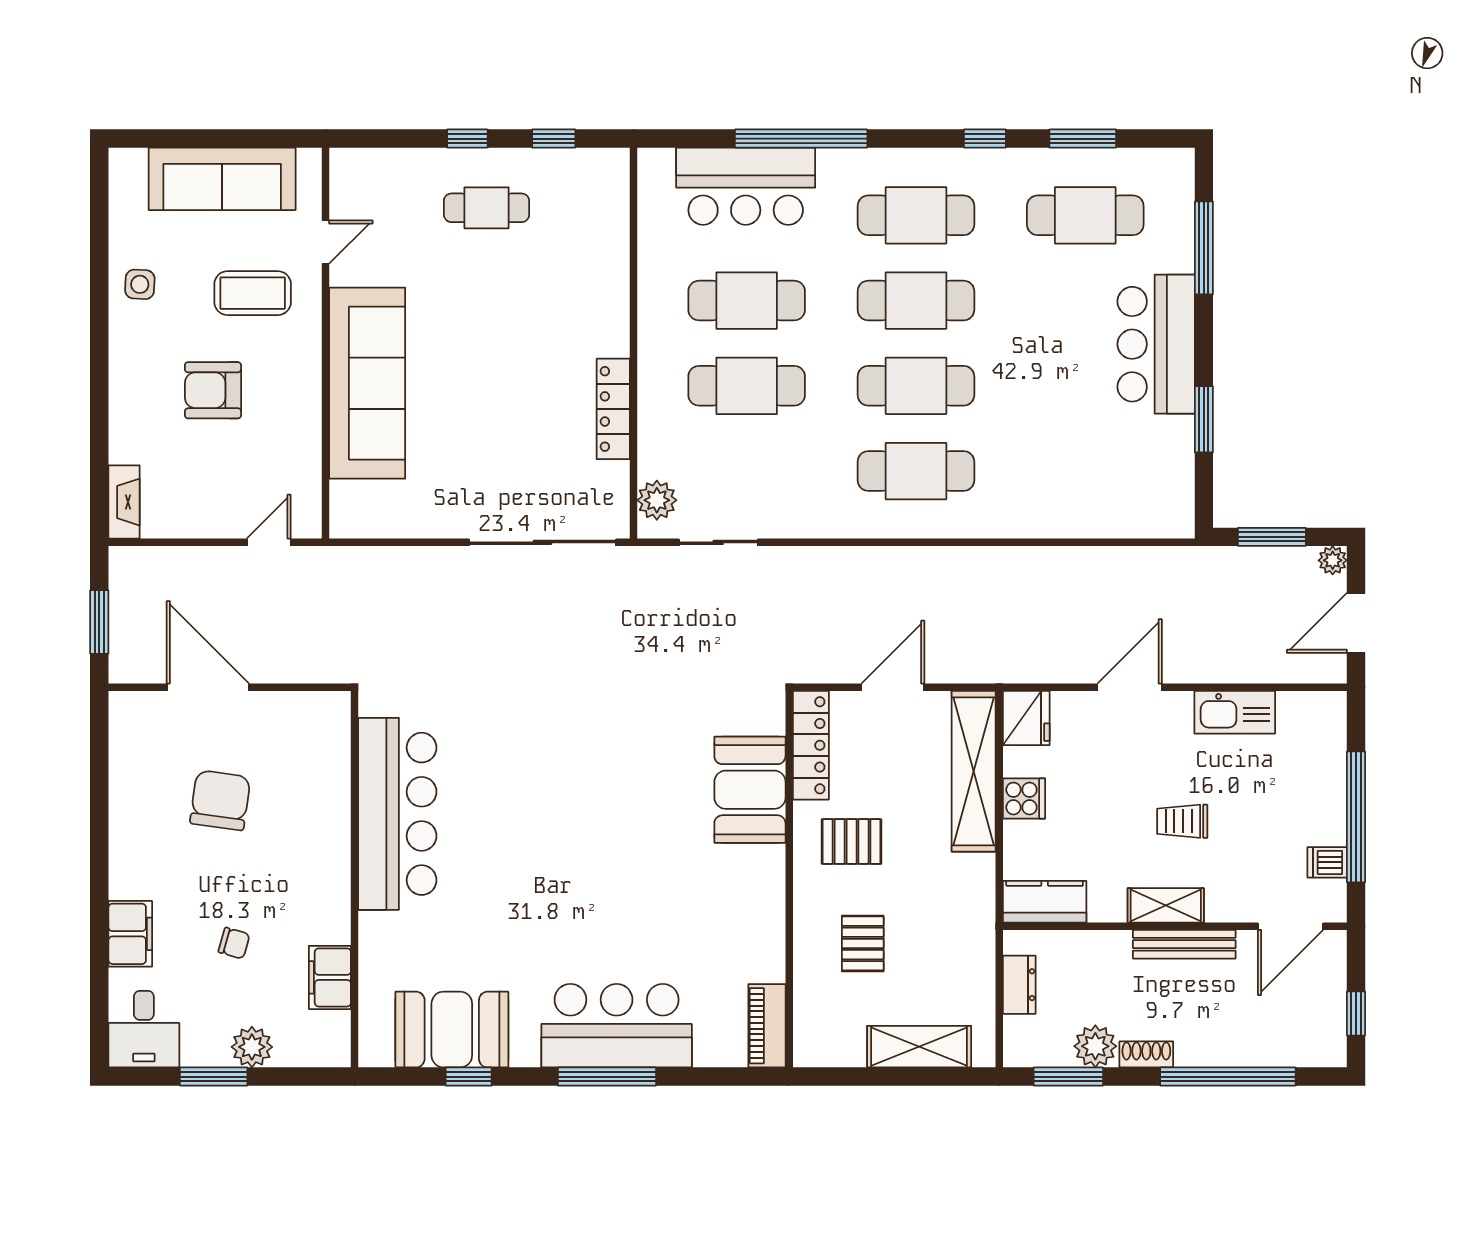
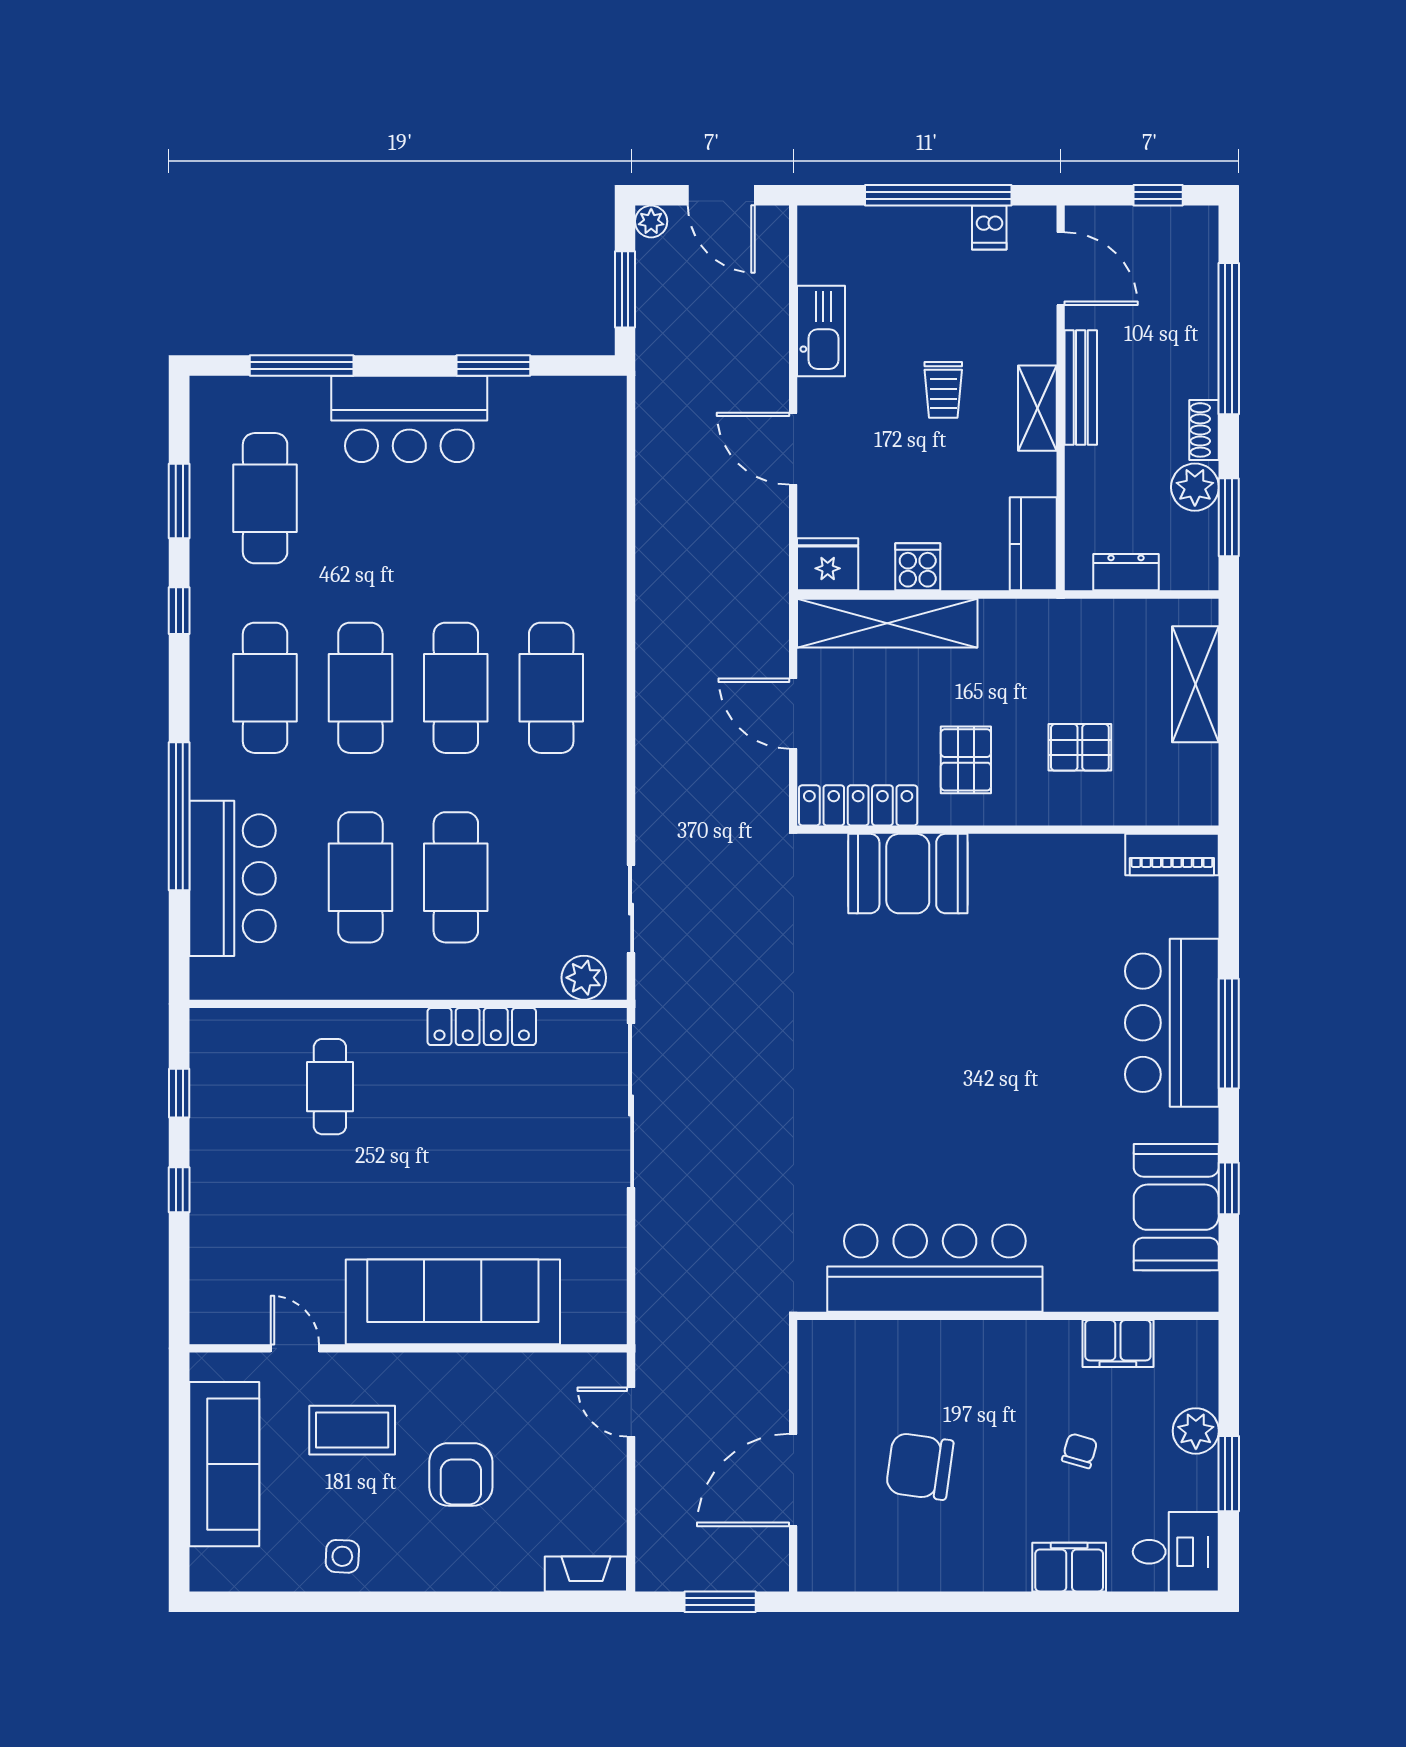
cafe table: (487, 208) -> (330, 1087), moved
coffee table: (253, 293) -> (352, 1430), turned 90

